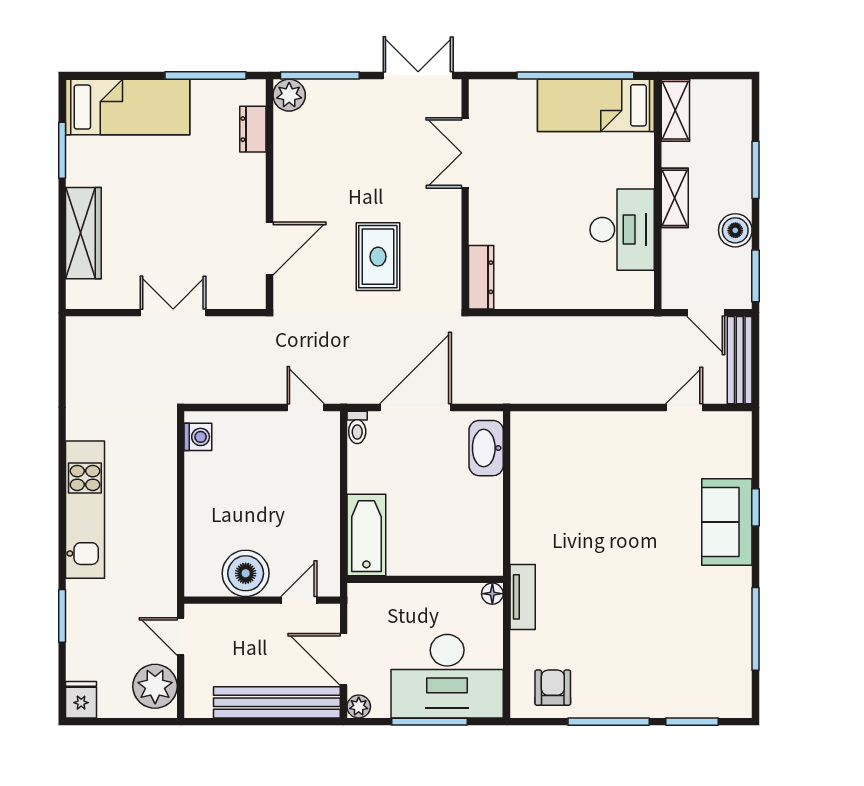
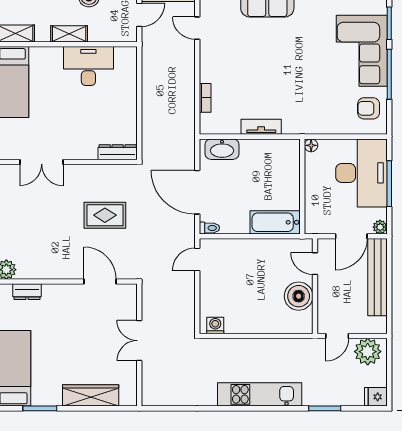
bookcase: (570, 420) -> (205, 98), added
tv unit: (523, 597) -> (261, 127), moved
corner sofa: (647, 676) -> (362, 51), added

